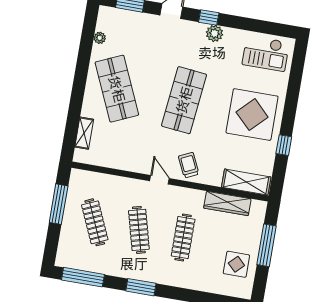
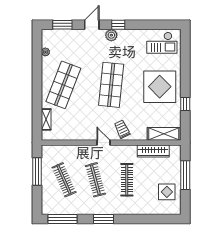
plant: (214, 33) -> (111, 35), moved
shop shelf: (117, 89) -> (63, 85), turned 45

